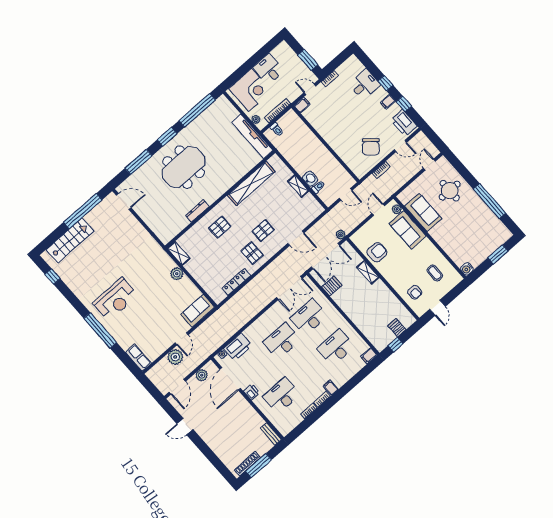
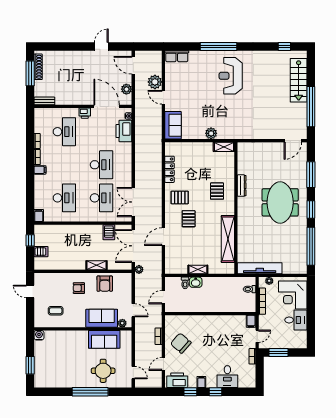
window: (489, 201) -> (90, 392), moved
armchair: (415, 292) -> (79, 288), moved

